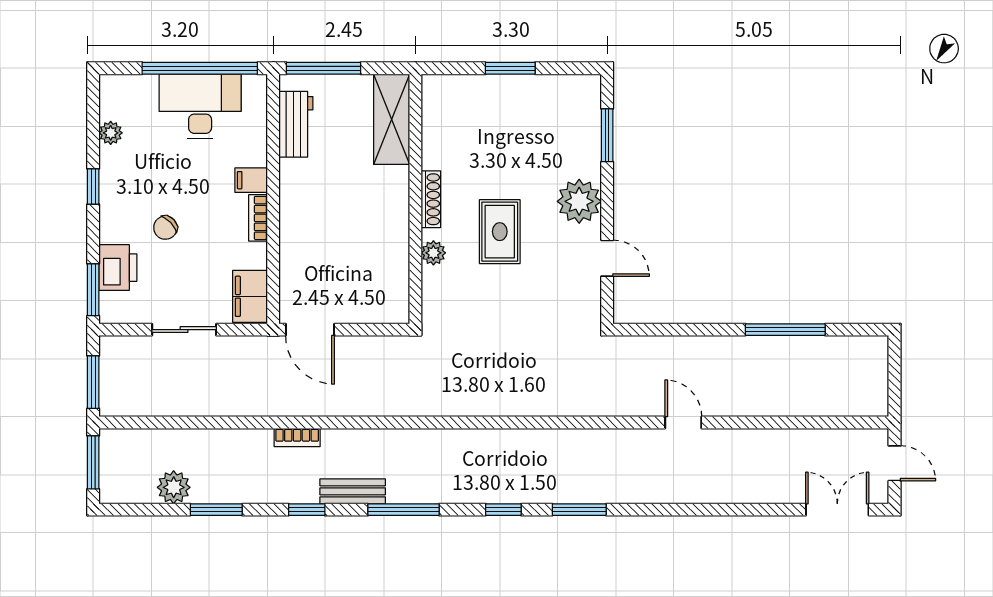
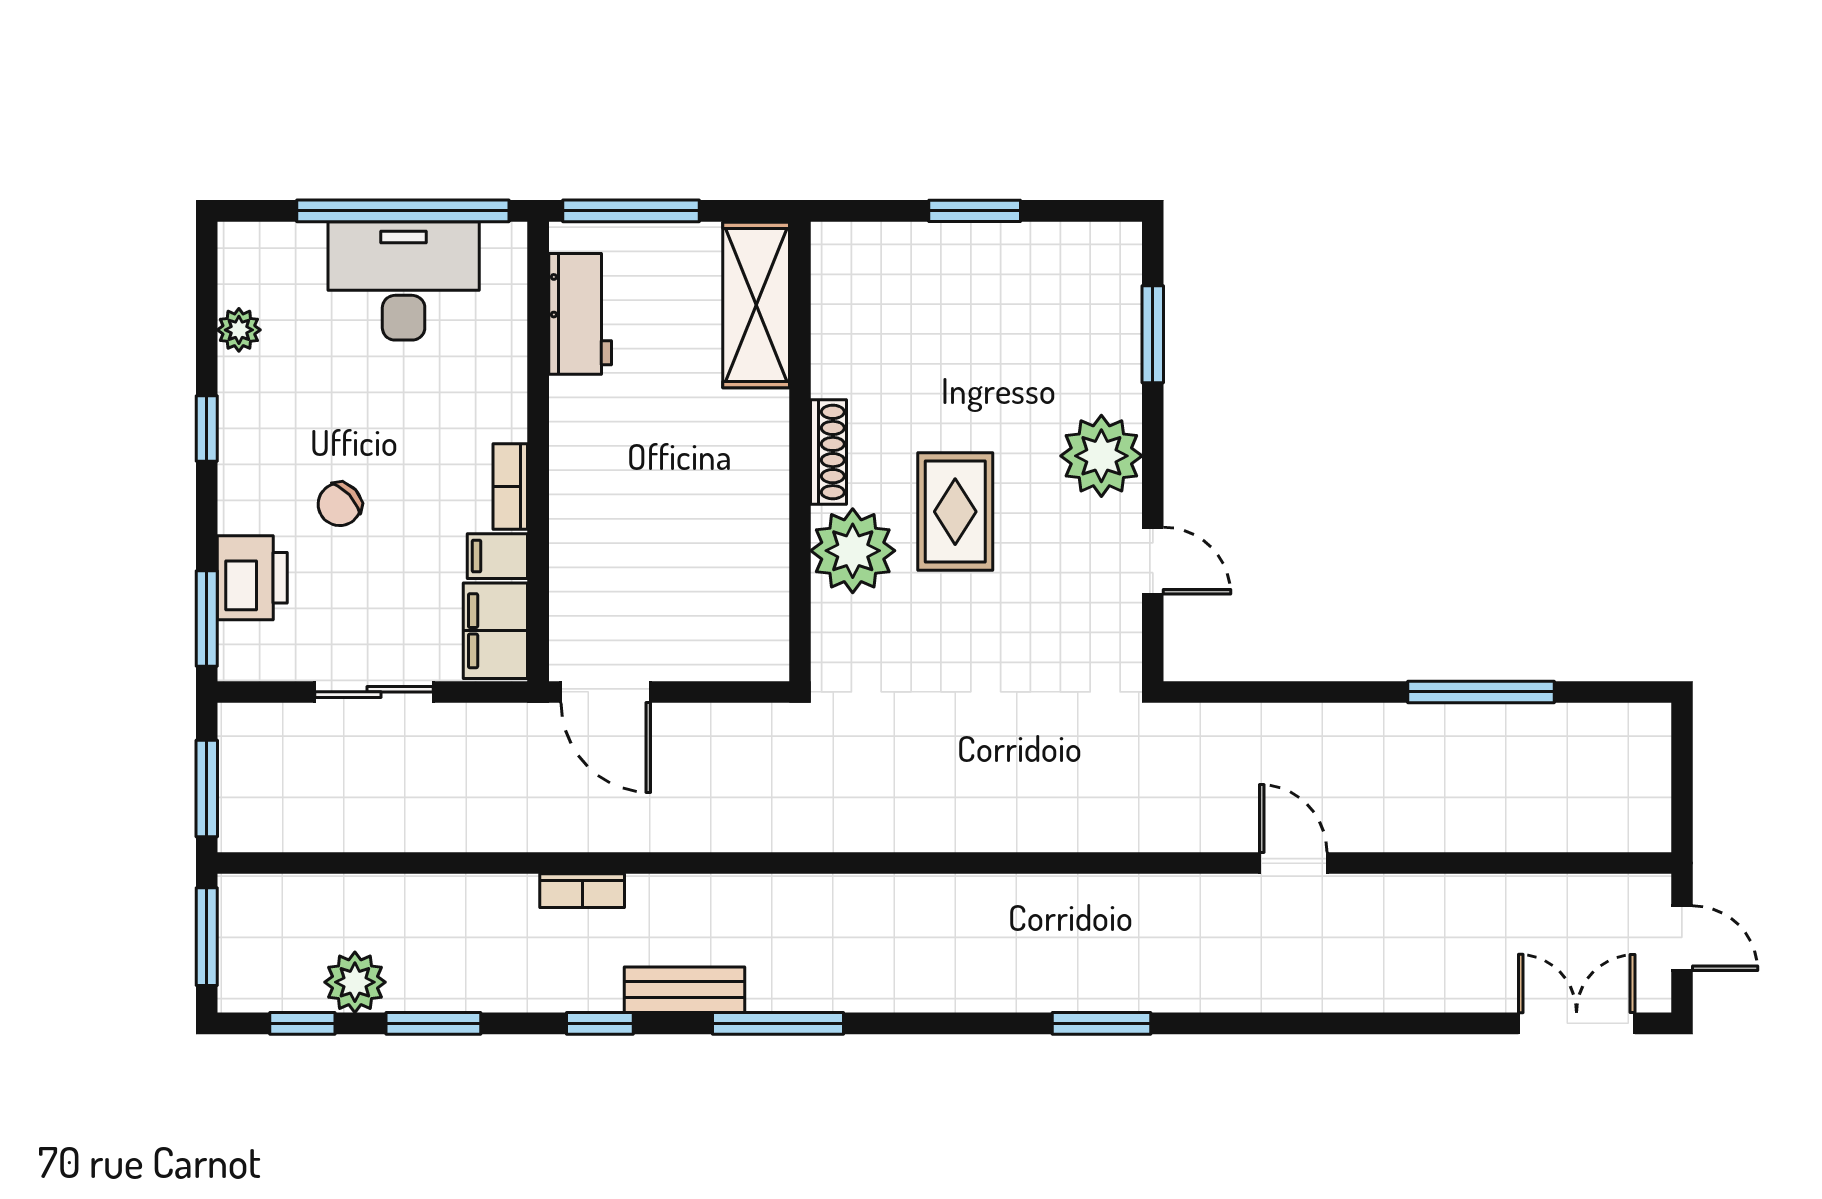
filing cabinet: (251, 180) -> (497, 556), moved
plant: (433, 253) -> (853, 551), width x1.87, depth x1.87
window: (503, 510) -> (302, 1023), moved

